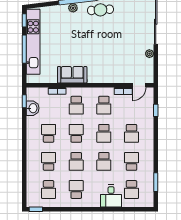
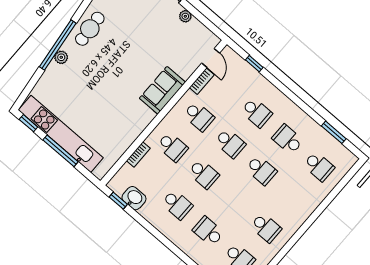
sofa: (72, 75) -> (162, 90), moved
school desk: (49, 133) -> (177, 205), turned 180
school desk: (76, 133) -> (204, 174), turned 180
school desk: (76, 161) -> (235, 201), removed
school desk: (76, 189) -> (266, 228), turned 180
desk: (111, 196) -> (307, 195), removed

